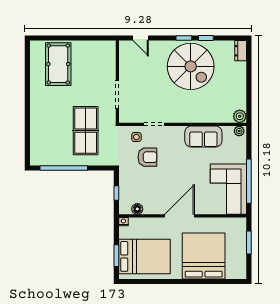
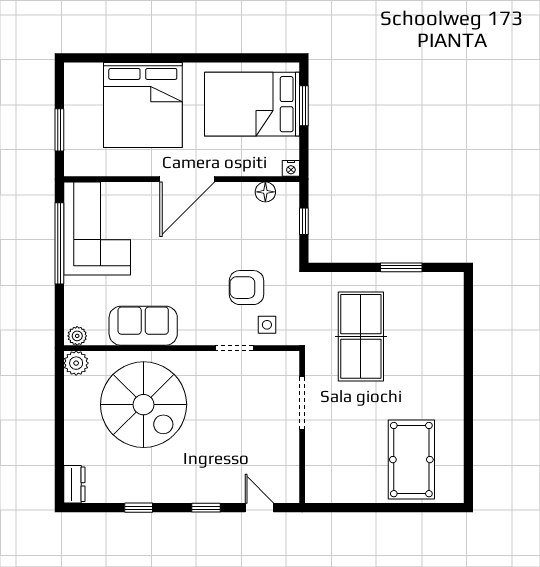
window: (184, 38) -> (206, 508), moved
spiral stairs: (191, 66) -> (144, 405), moved, turned 180
window: (64, 168) -> (401, 267), width x0.47

